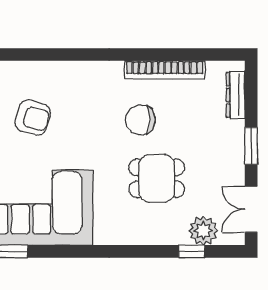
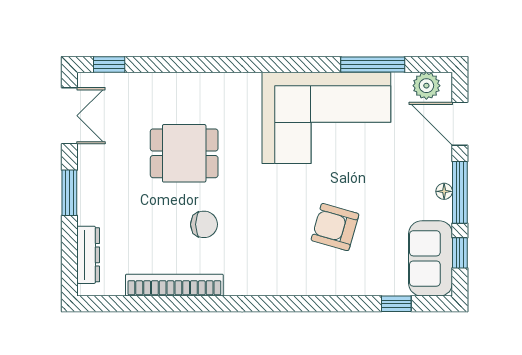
chair: (140, 120) -> (204, 224), width x0.73, depth x0.73
plant: (203, 231) -> (127, 90), removed
window: (192, 251) -> (109, 64), moved

